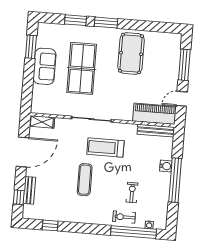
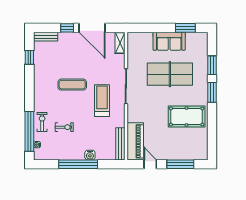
bench: (29, 190) -> (46, 37), moved
window: (19, 197) -> (67, 28), moved

